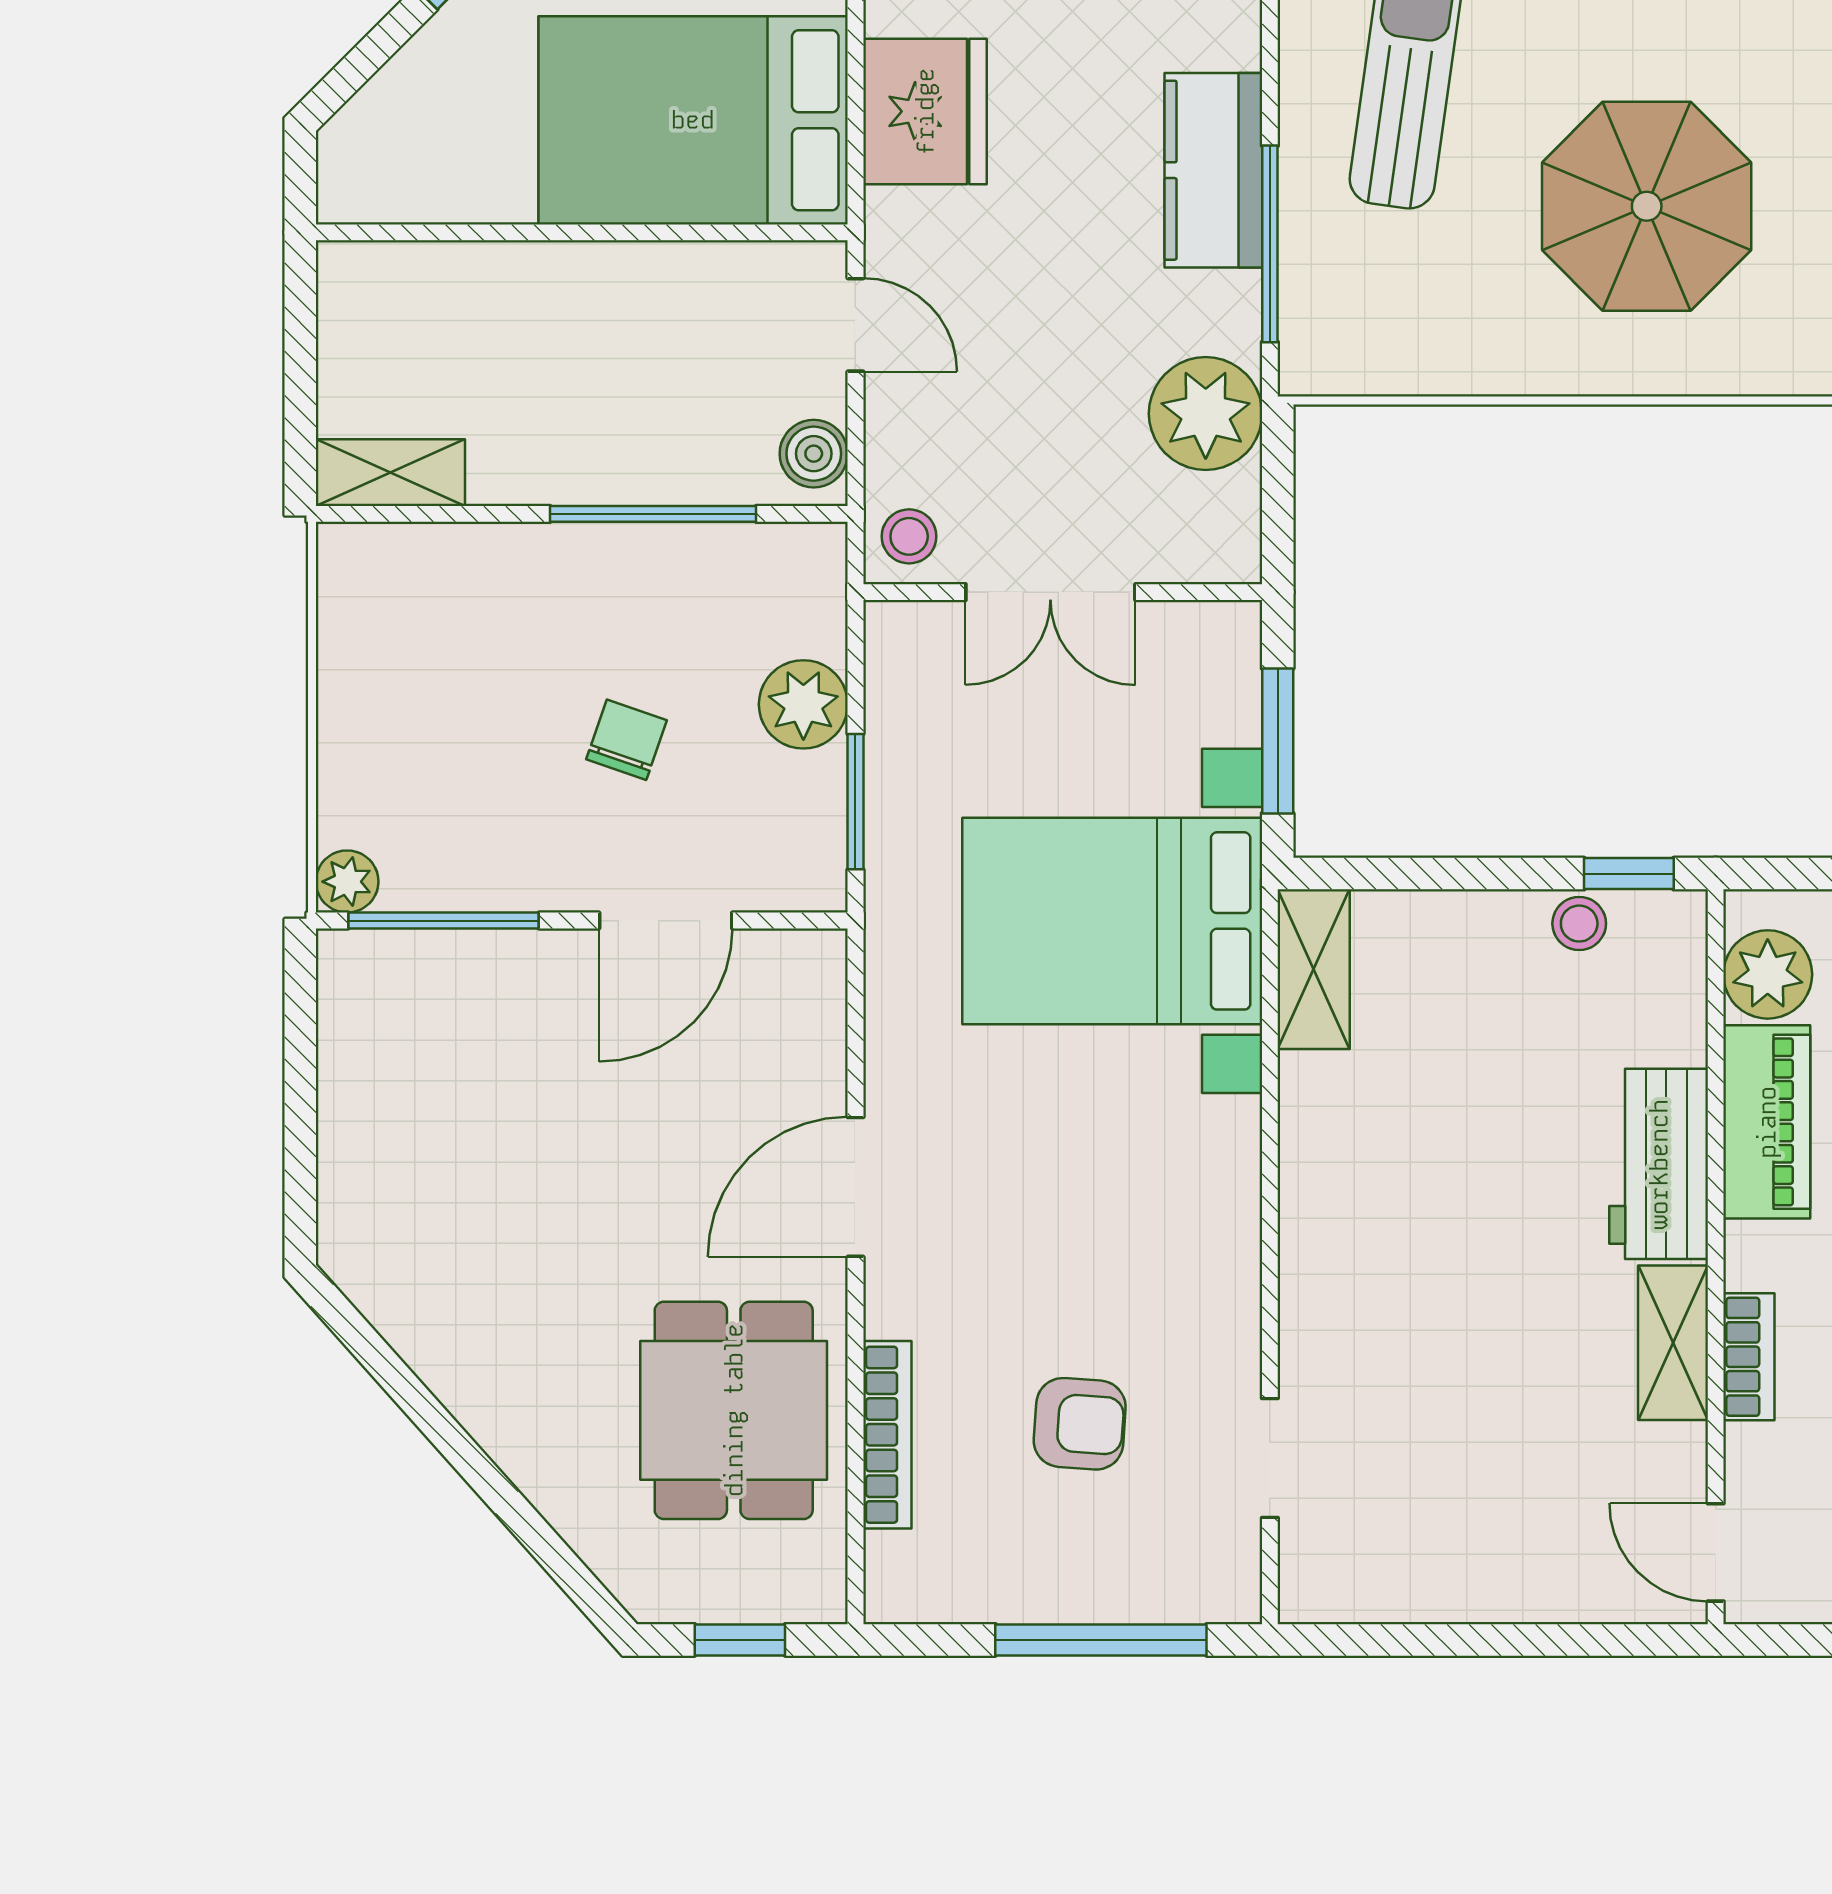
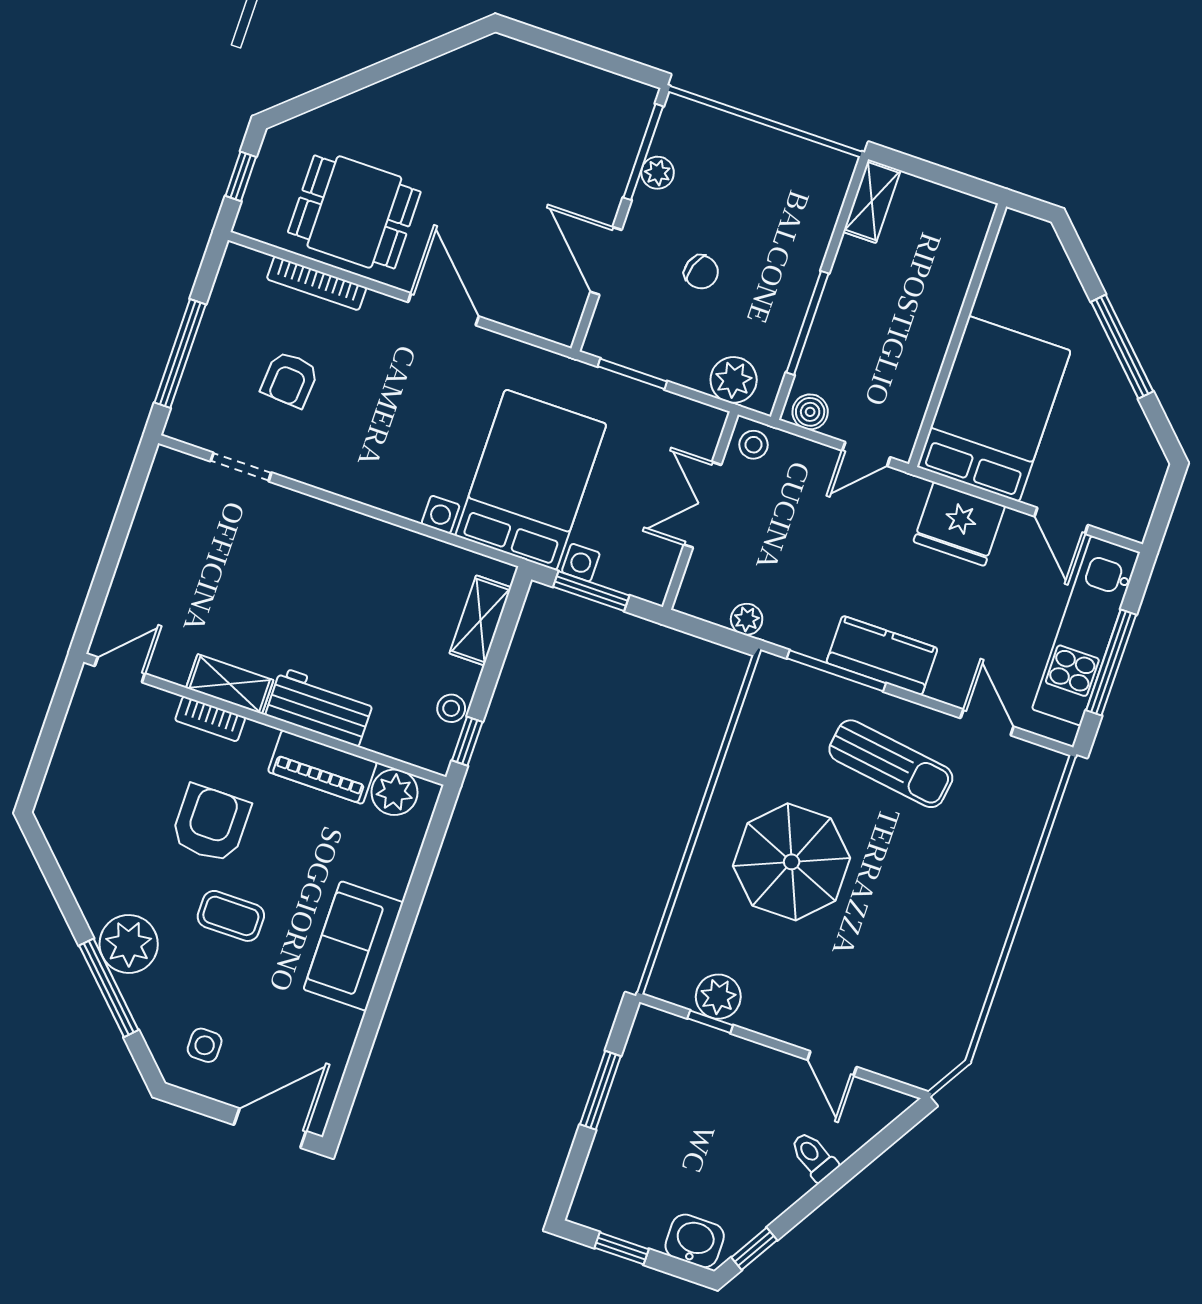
plant: (1206, 414) -> (747, 619), width x0.53, depth x0.53
plant: (803, 704) -> (734, 380), moved
plant: (347, 882) -> (658, 173), moved
shelving: (1314, 969) -> (480, 620), moved, turned 90

